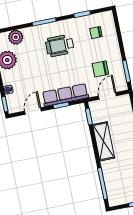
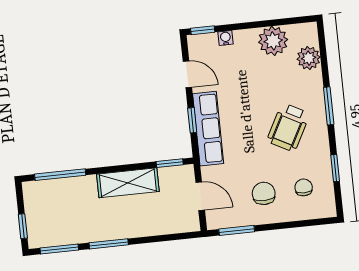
wheelchair: (60, 46) -> (288, 127), turned -152
chair: (100, 69) -> (264, 193), moved

